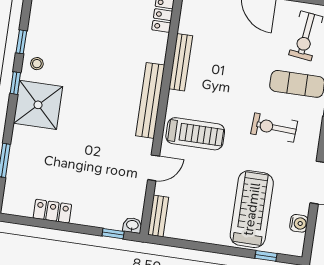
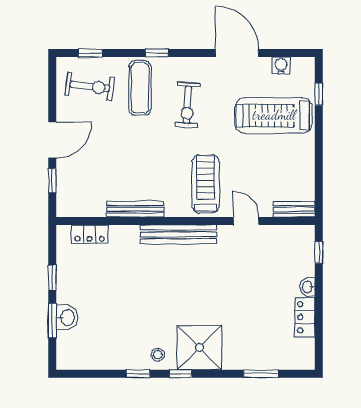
washbasin: (132, 225) -> (308, 287), moved

